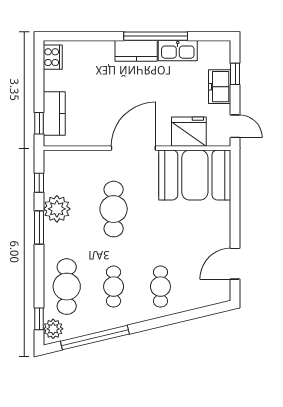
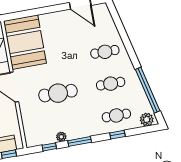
plant: (57, 209) -> (61, 137), width x0.53, depth x0.53
cafe table: (67, 287) -> (116, 115), width x0.73, depth x0.74
window: (39, 319) -> (117, 135), moved

